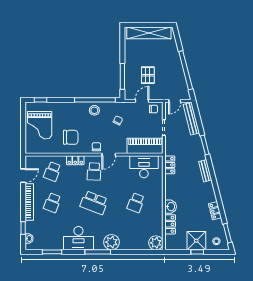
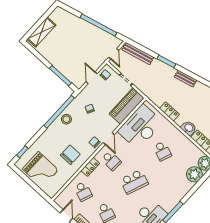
shelving: (149, 33) -> (41, 32), width x0.68
pallet: (148, 75) -> (77, 56), removed
locker: (170, 165) -> (169, 111), moved
desk: (144, 167) -> (140, 127), width x1.36, depth x1.30
plant: (111, 242) -> (194, 174), moved

